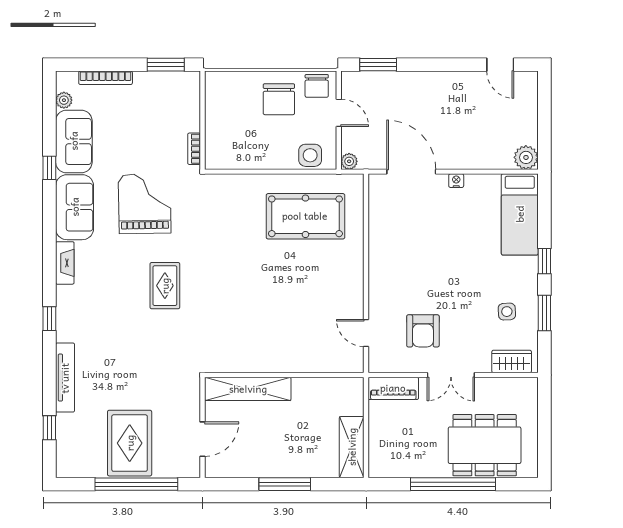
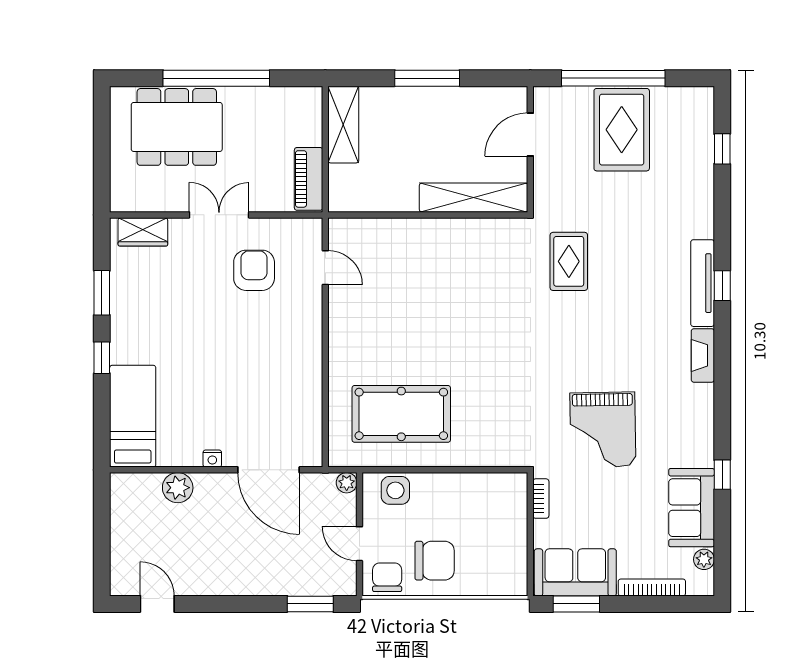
chair: (279, 99) -> (435, 561), turned 90
plant: (526, 157) -> (178, 488), moved
sofa: (75, 207) -> (575, 572), moved, turned 90
rug: (165, 286) -> (569, 261), moved
side table: (507, 312) -> (149, 295), removed
tv unit: (65, 378) -> (703, 283), moved
piano: (393, 388) -> (309, 179), moved, turned -90

